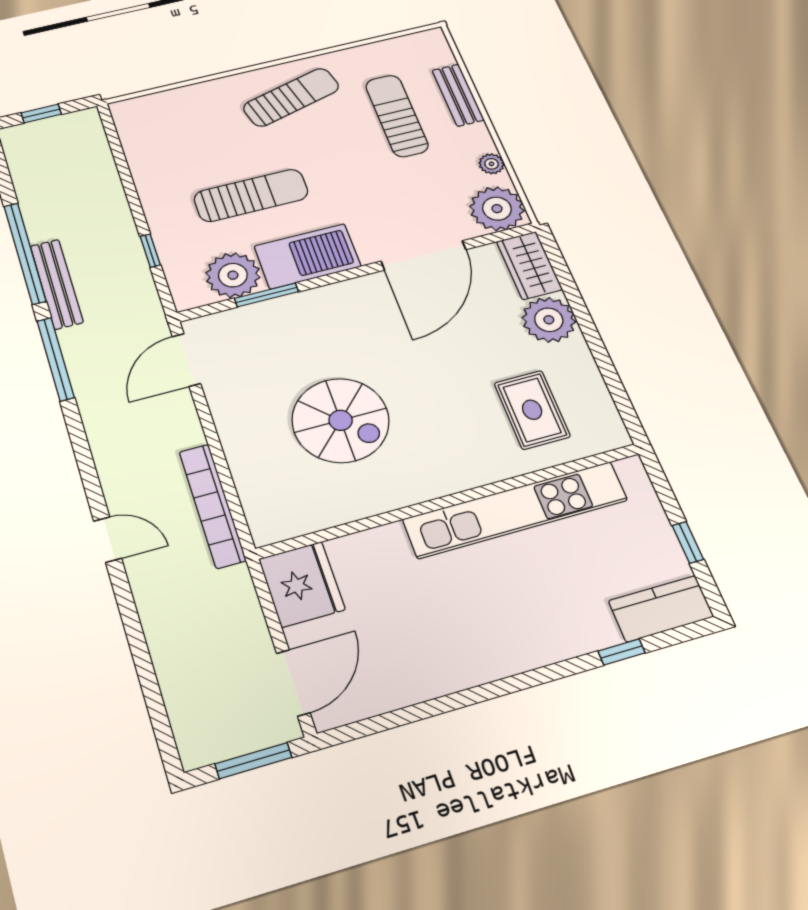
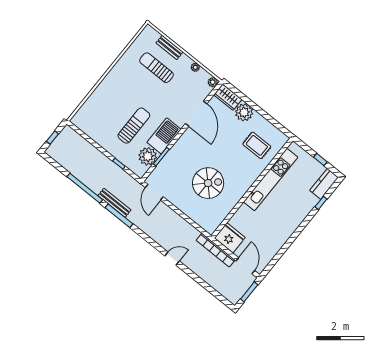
sun lounger: (291, 97) -> (121, 82), removed
plant: (497, 209) -> (213, 82), width x0.53, depth x0.53
bench: (57, 284) -> (114, 203), moved
bookcase: (212, 506) -> (216, 250), moved

